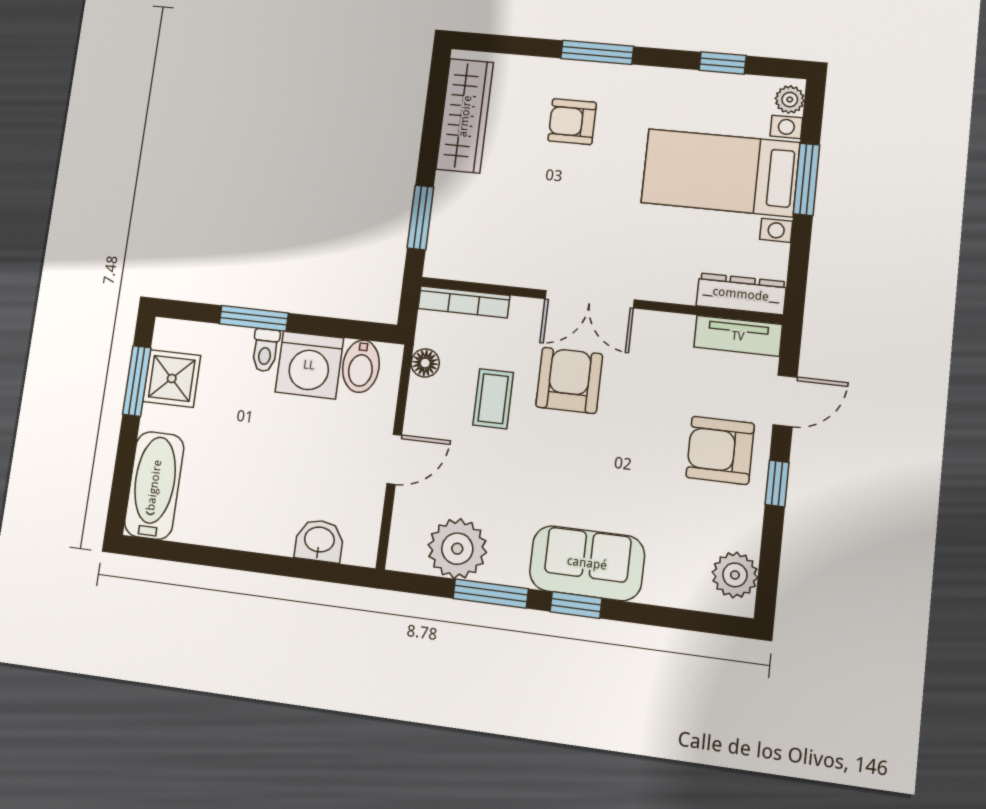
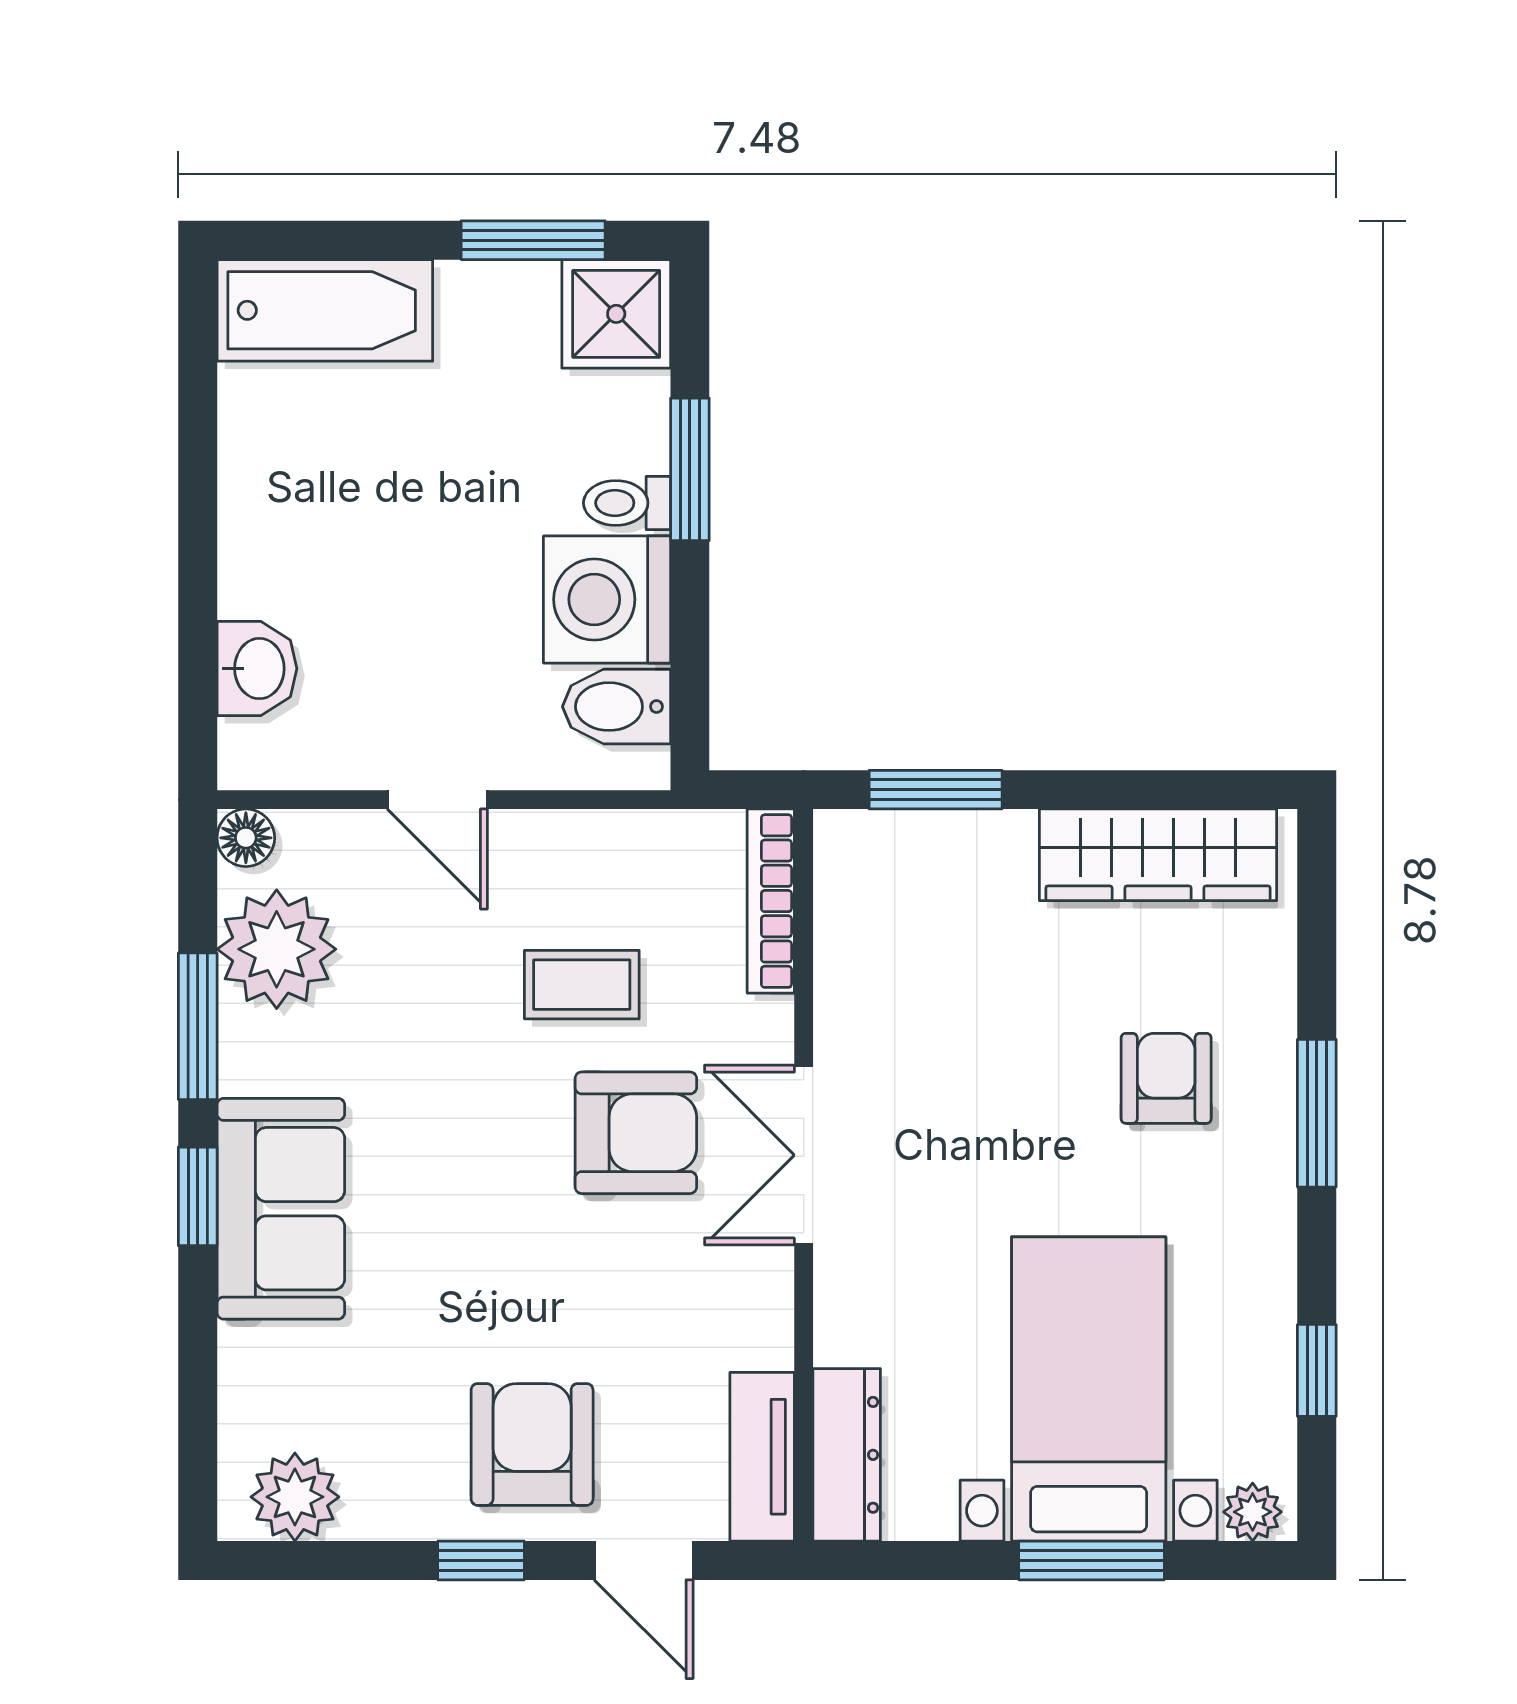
floor lamp: (425, 363) -> (246, 838), moved
shower: (172, 379) -> (616, 314), moved

